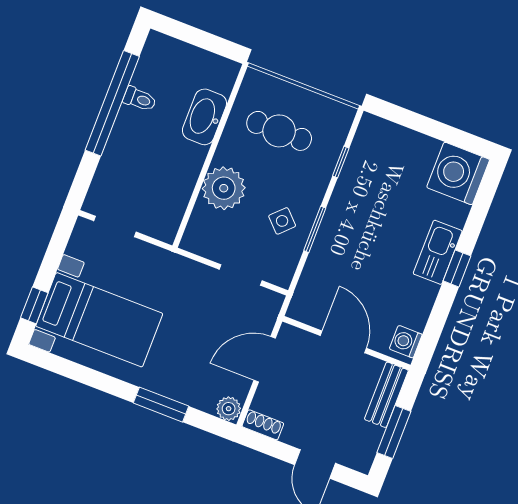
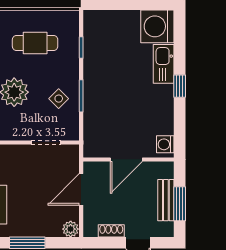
kitchen sink: (438, 252) -> (164, 64), moved
door: (343, 342) -> (126, 159), swing flipped
bench: (386, 395) -> (166, 200), moved
shoe rack: (263, 425) -> (111, 231), moved

